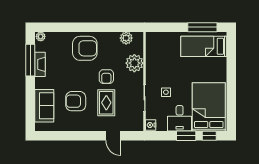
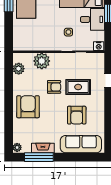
sofa: (44, 106) -> (81, 144), width x1.36

